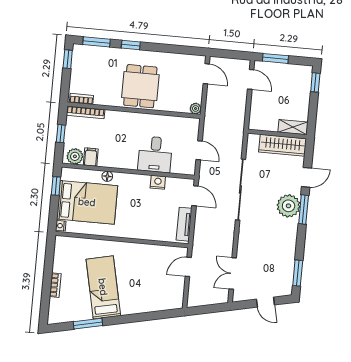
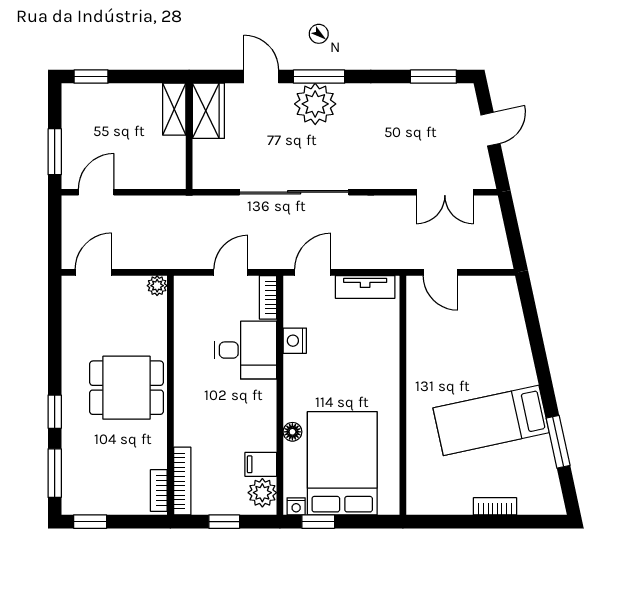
wardrobe: (283, 145) -> (208, 111), width x0.67
bookcase: (183, 170) -> (268, 297), added
nightstand: (61, 226) -> (296, 506), moved

